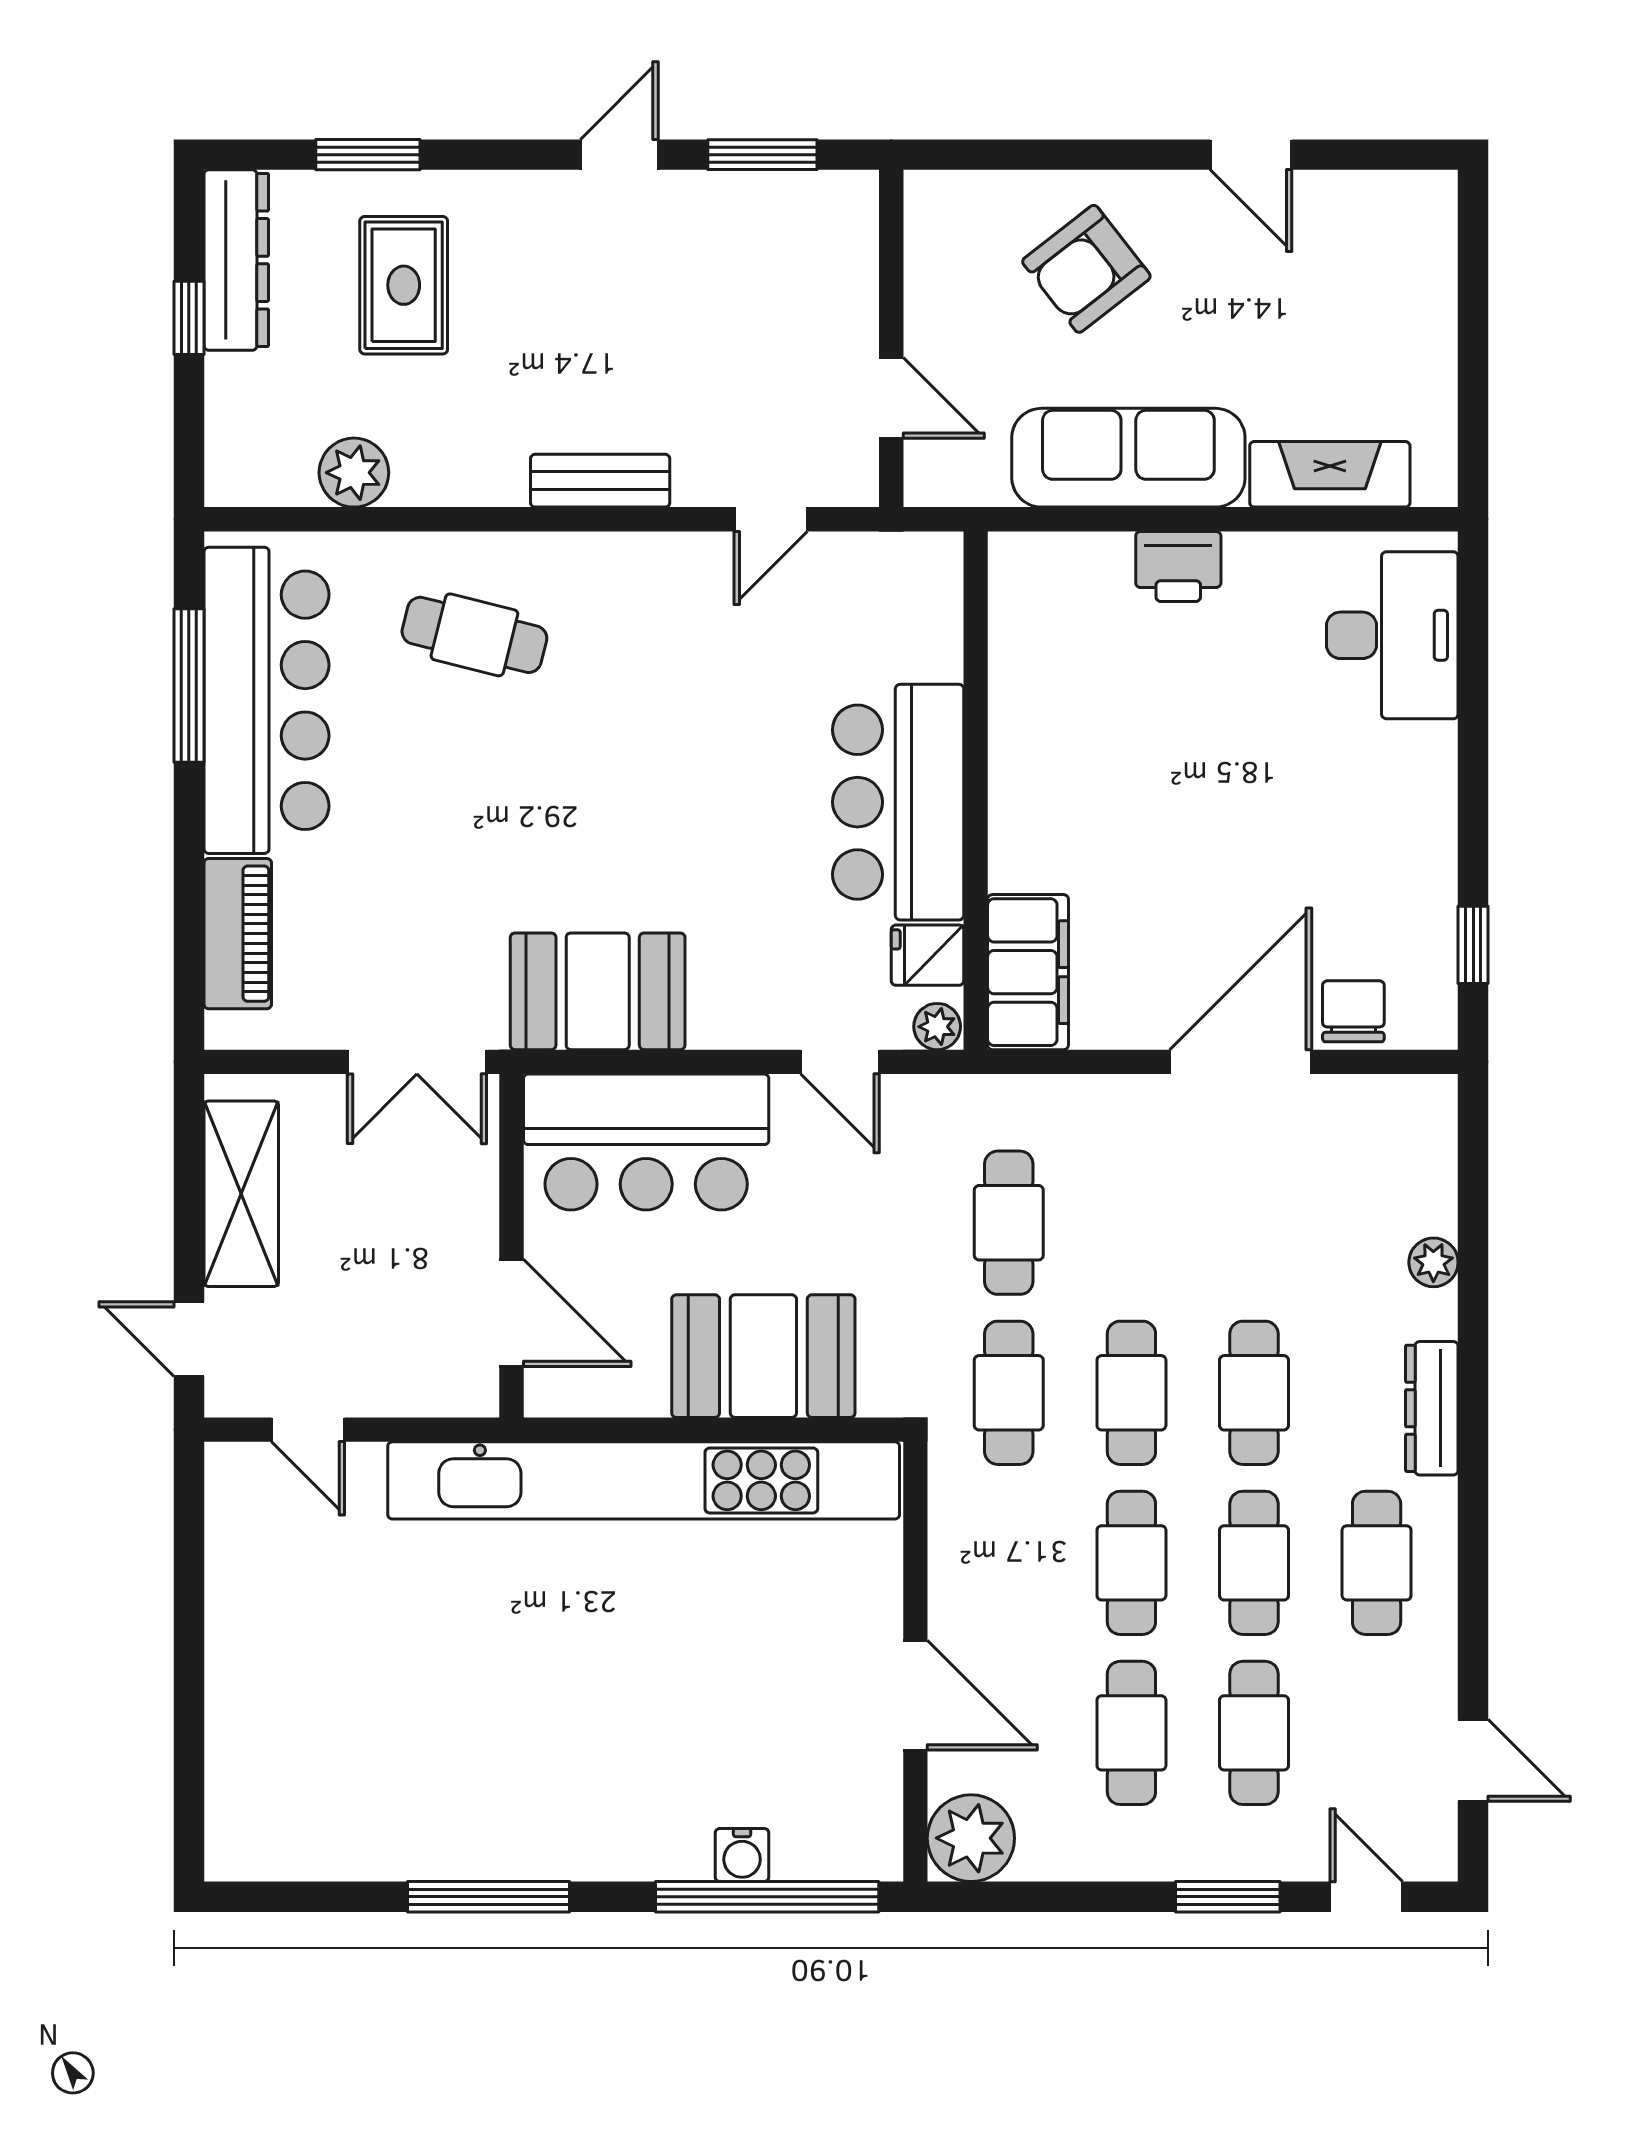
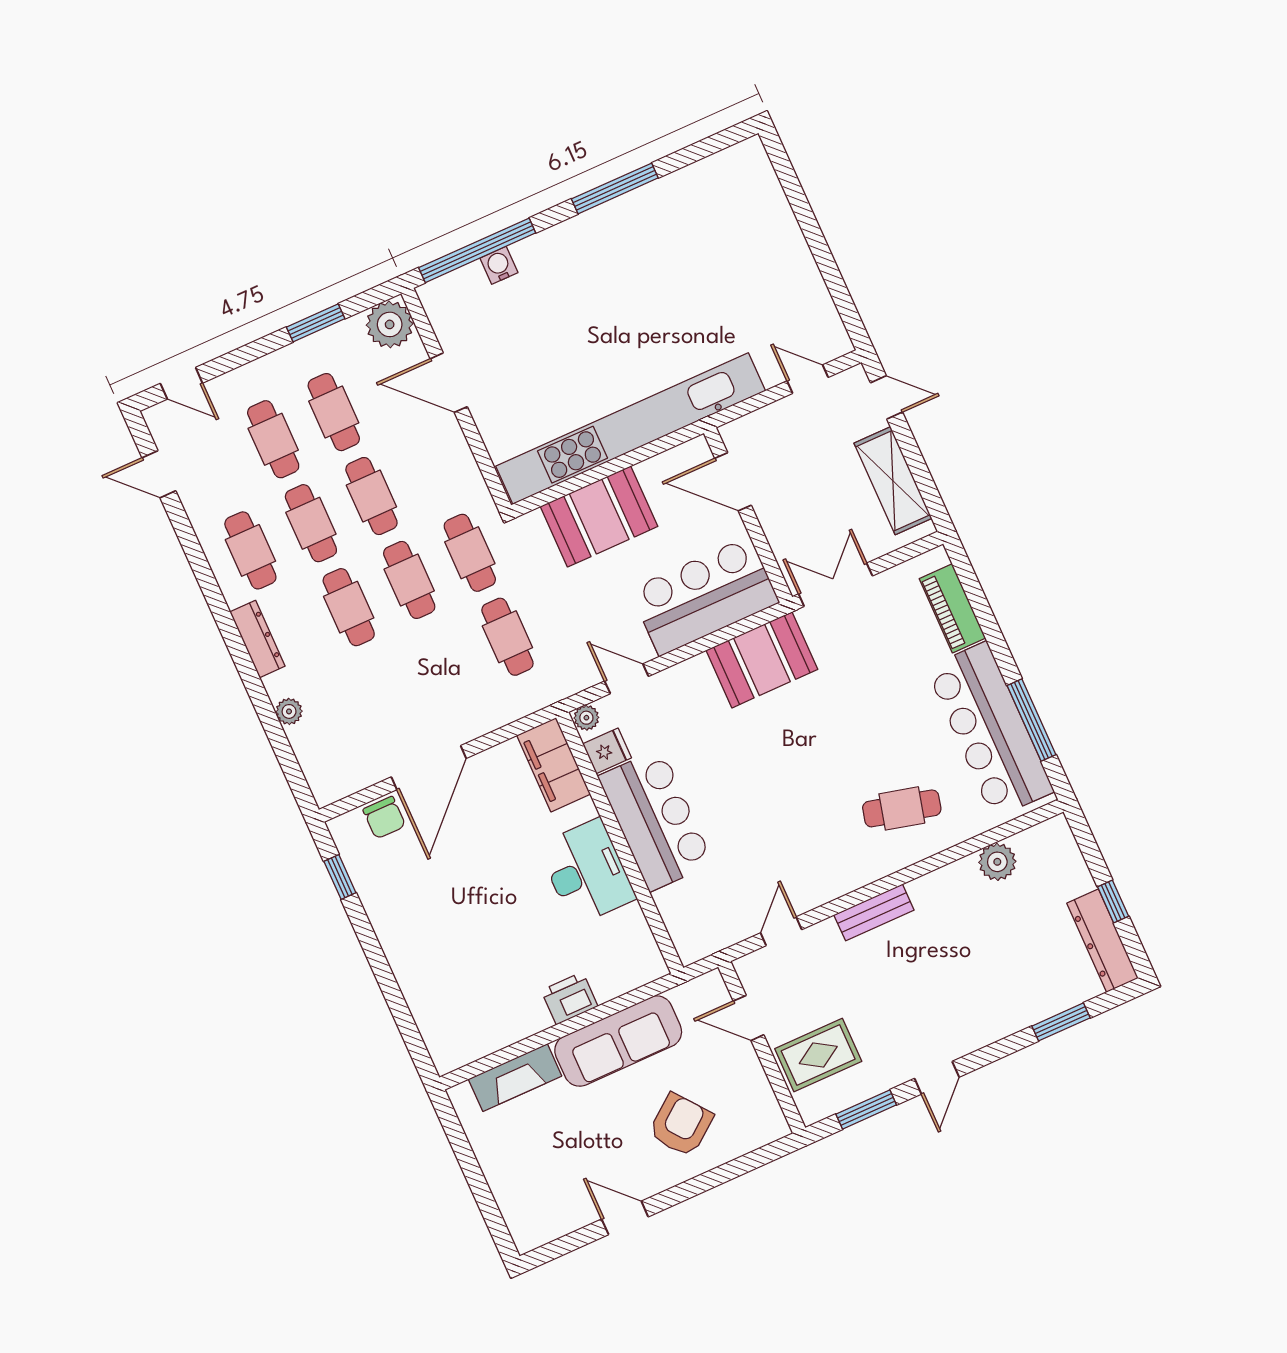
rug: (404, 285) -> (818, 1055), moved, turned 90
desk: (1392, 635) -> (587, 872), moved, turned 180
window: (1228, 1897) -> (316, 323), moved

